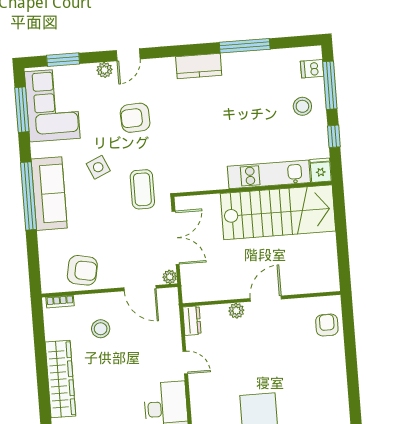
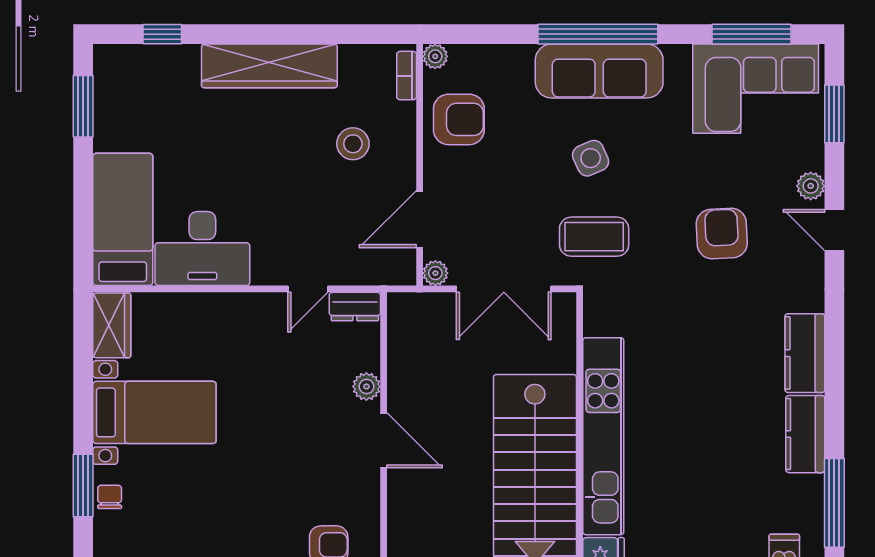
window: (245, 46) -> (834, 503), moved
kitchen counter: (244, 62) -> (805, 434), added
stool: (302, 106) -> (719, 531), removed
side table: (98, 167) -> (591, 158), moved
kitchen unit: (269, 174) -> (603, 436), width x1.36
armchair: (82, 270) -> (459, 119), turned -101
plant: (48, 286) -> (435, 56), added
door: (185, 362) -> (308, 289), moved

